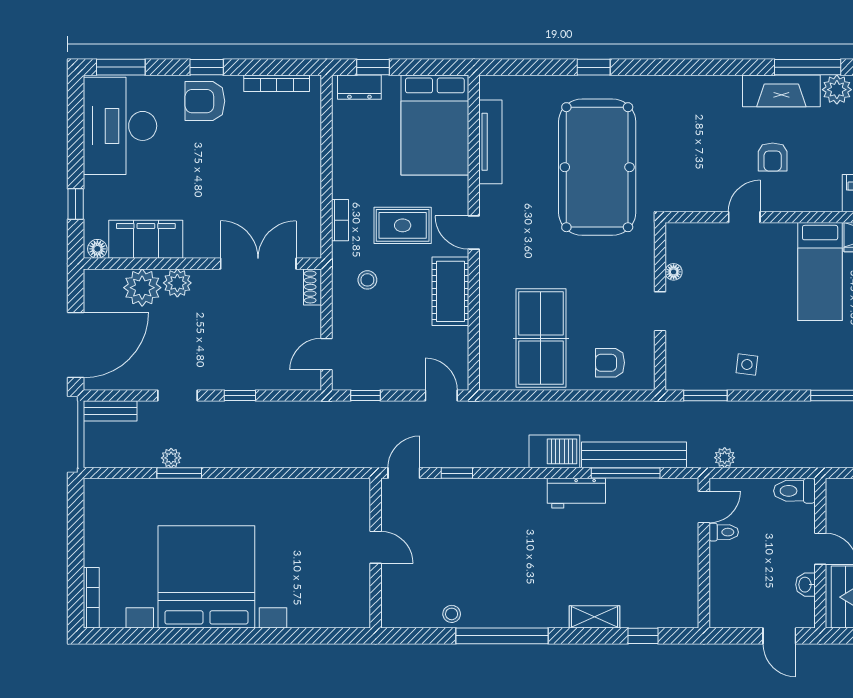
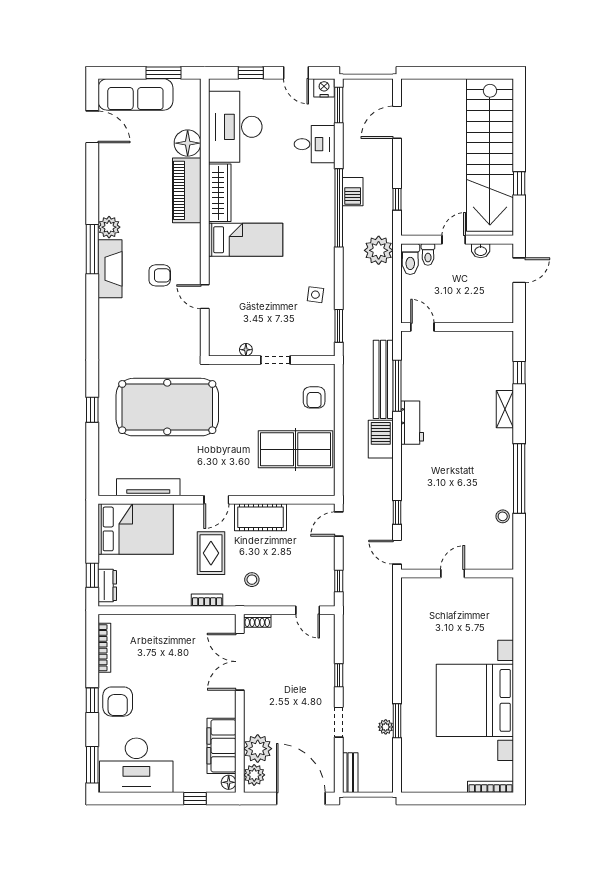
plant: (177, 283) -> (254, 775), moved
plant: (725, 458) -> (379, 250), moved, width x1.88, depth x1.88
toilet: (724, 532) -> (428, 254), moved, turned 180

